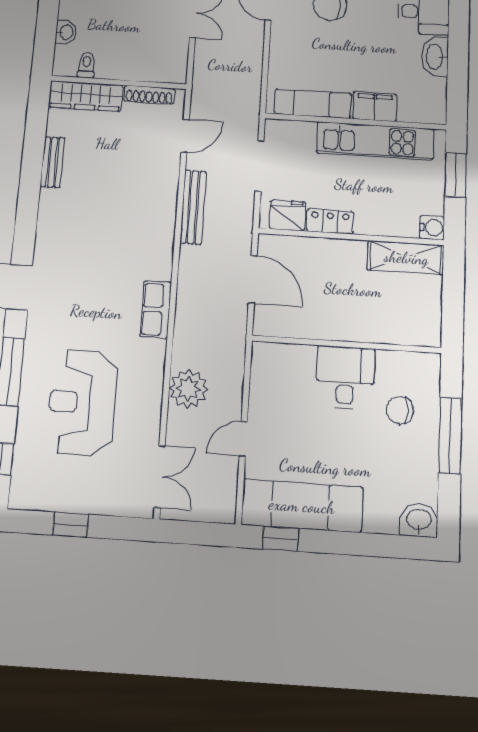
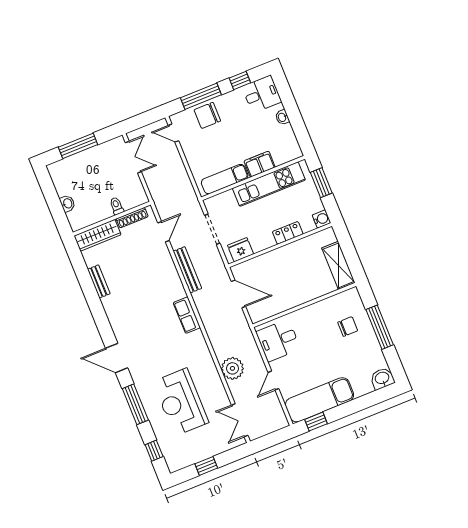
washbasin: (435, 57) -> (282, 117), width x0.52, depth x0.69
toilet: (87, 65) -> (117, 206), moved
locker: (330, 221) -> (288, 233), moved
shelving: (406, 258) -> (338, 265), moved, turned 90
row of seats: (156, 310) -> (187, 315), moved
desk: (345, 378) -> (278, 340), moved, turned -90
chair: (400, 410) -> (348, 327), turned 180
double door: (160, 476) -> (240, 420), swing flipped

